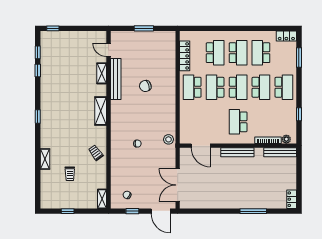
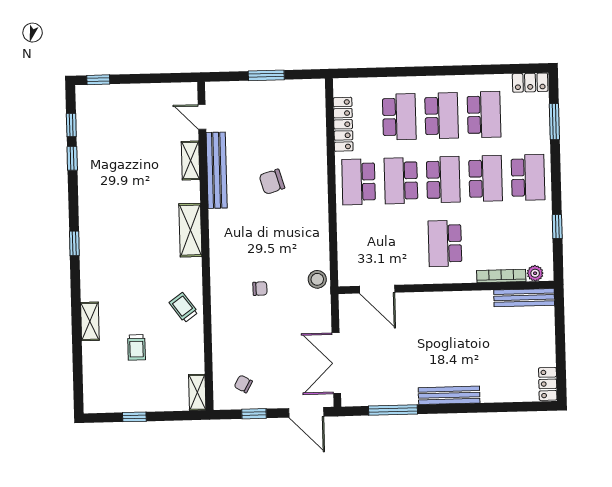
school desk: (261, 53) -> (484, 115), turned 180
bench: (237, 152) -> (449, 395), moved
window: (253, 211) -> (393, 410), moved

